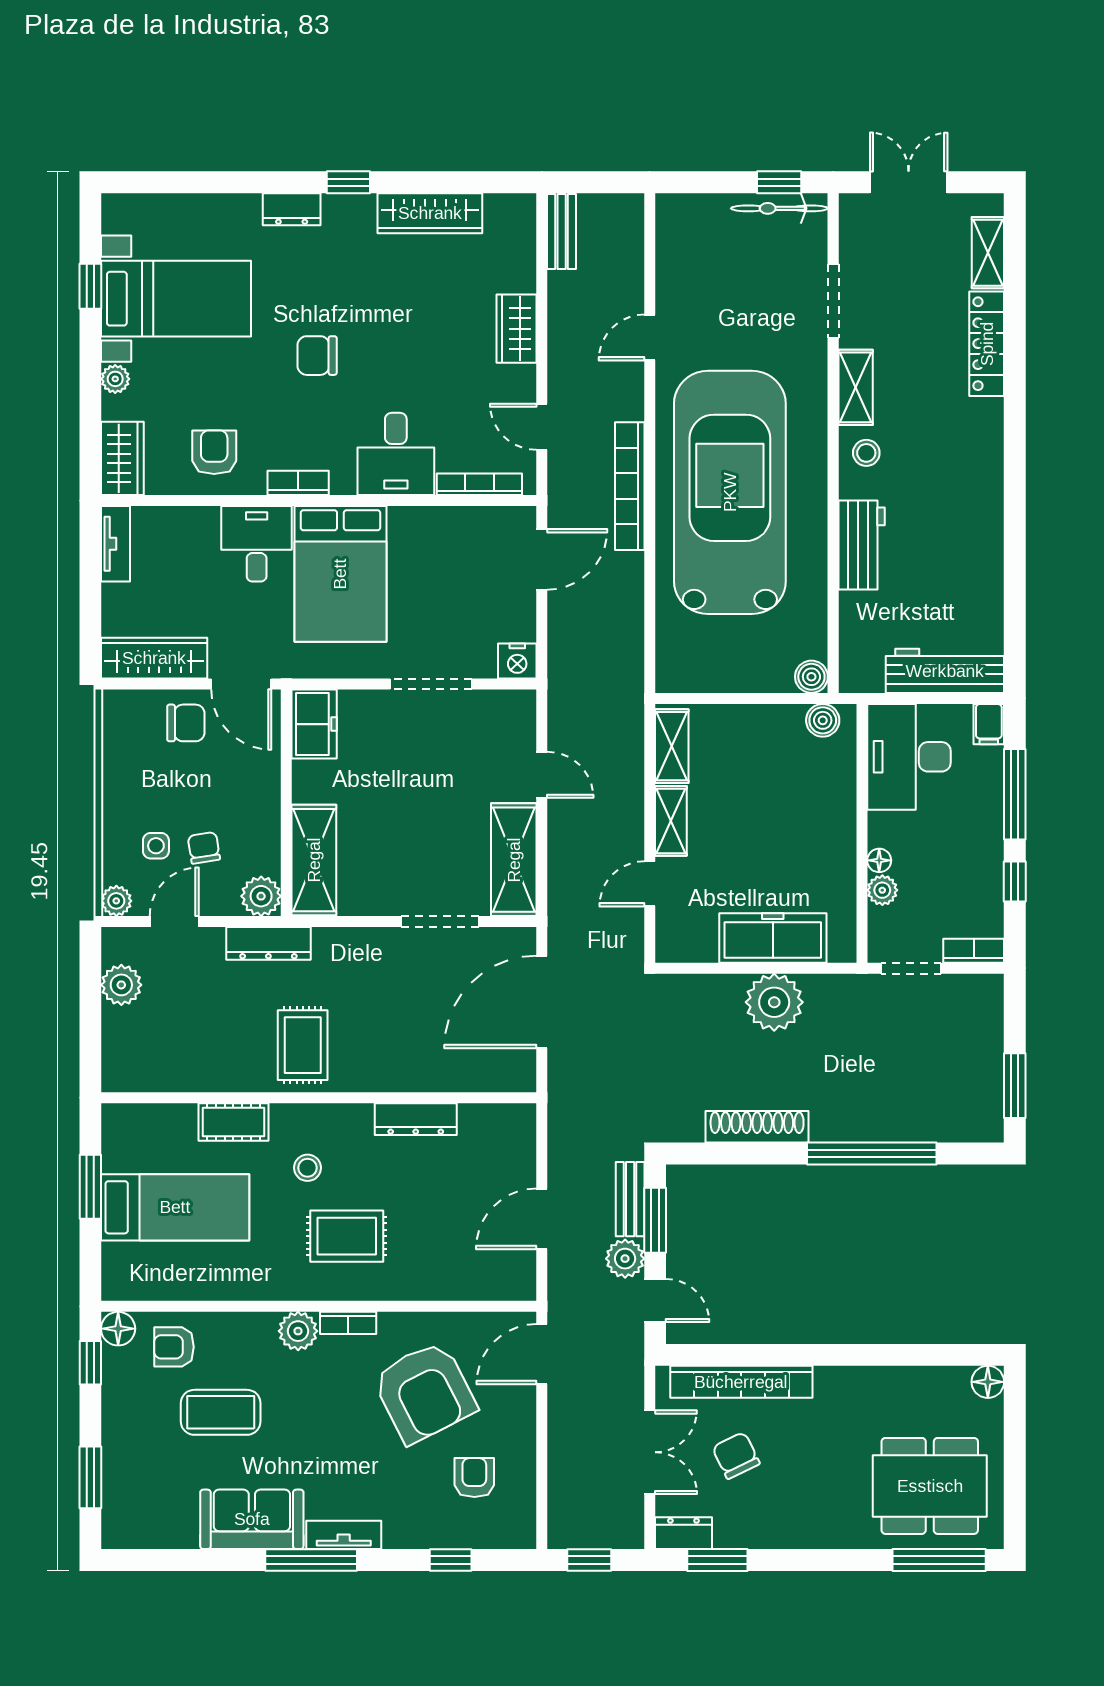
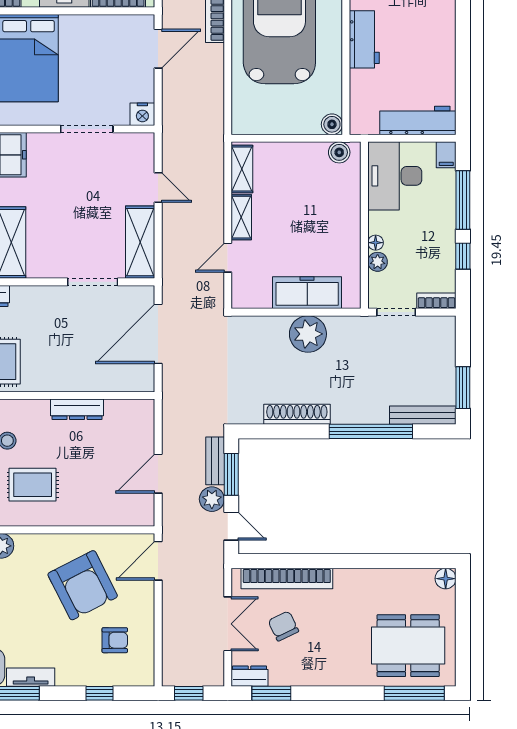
bench: (952, 1128) -> (423, 415), added
bookcase: (348, 1323) -> (33, 541), removed
armchair: (474, 1478) -> (115, 640), turned 90

